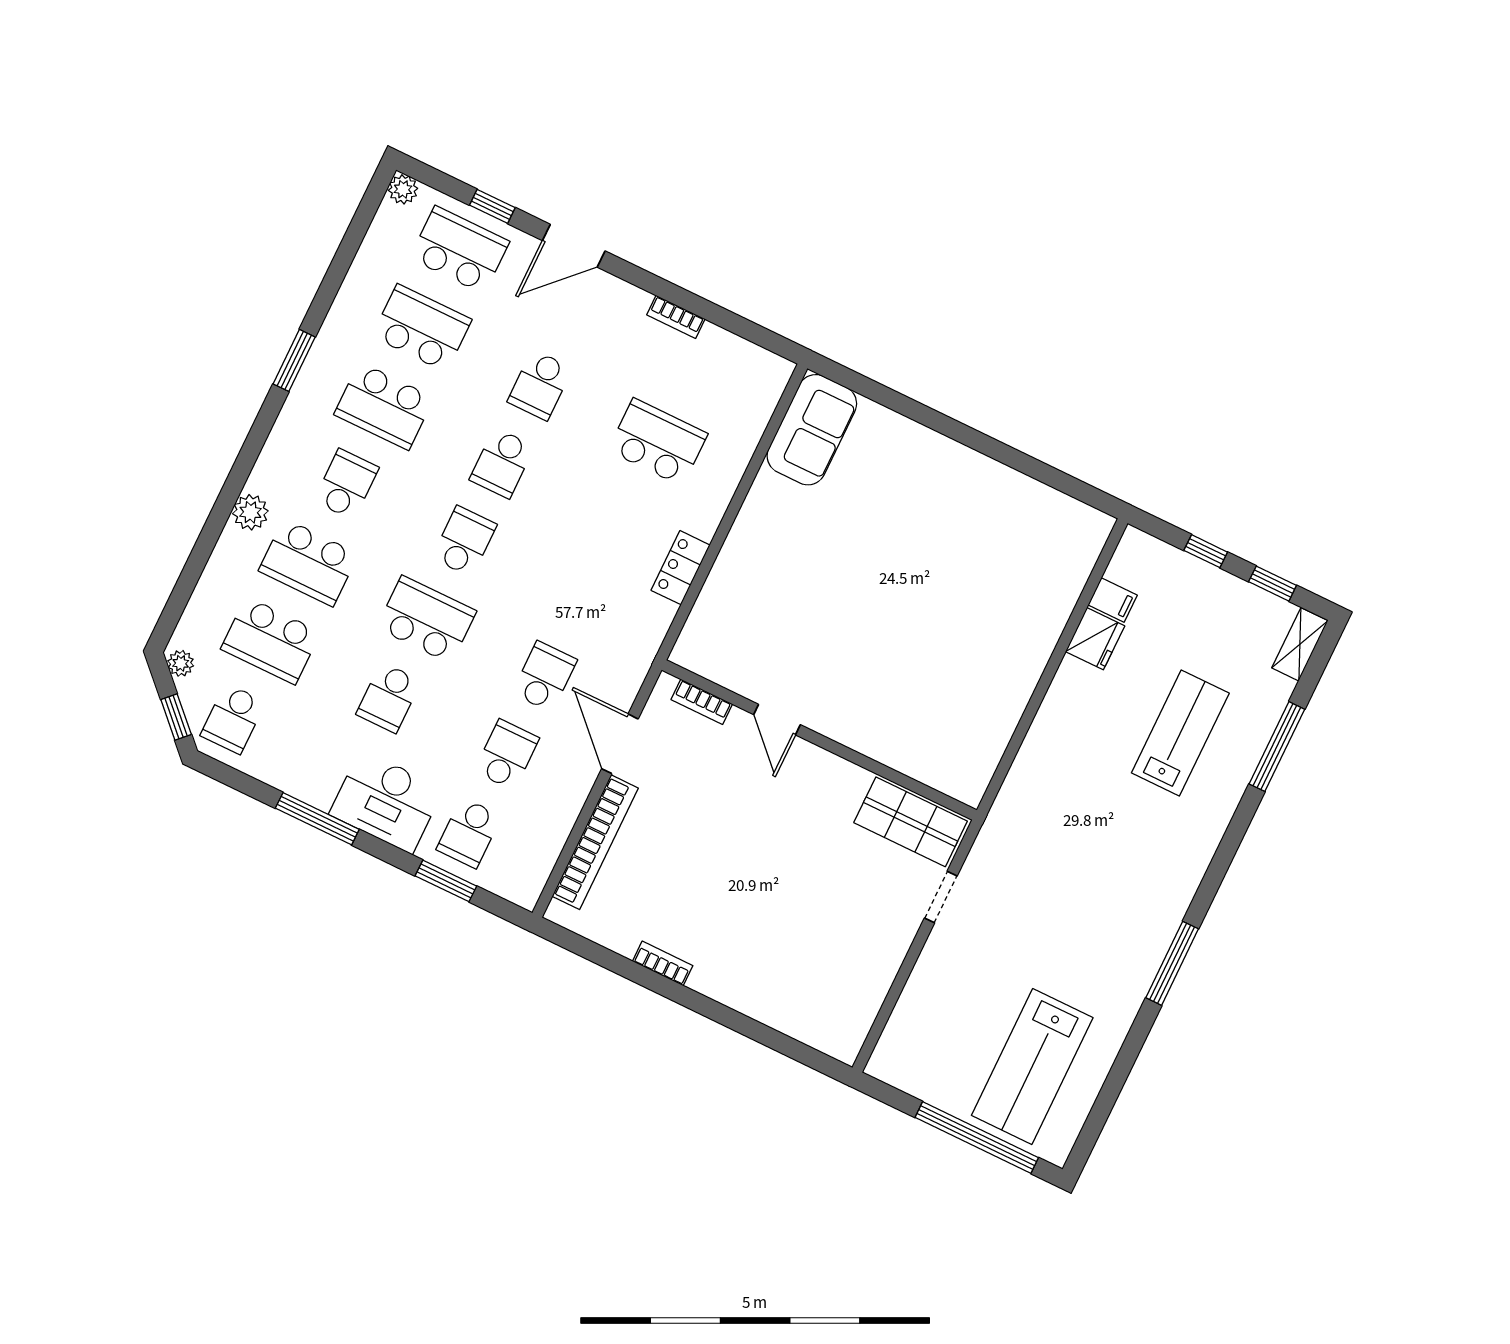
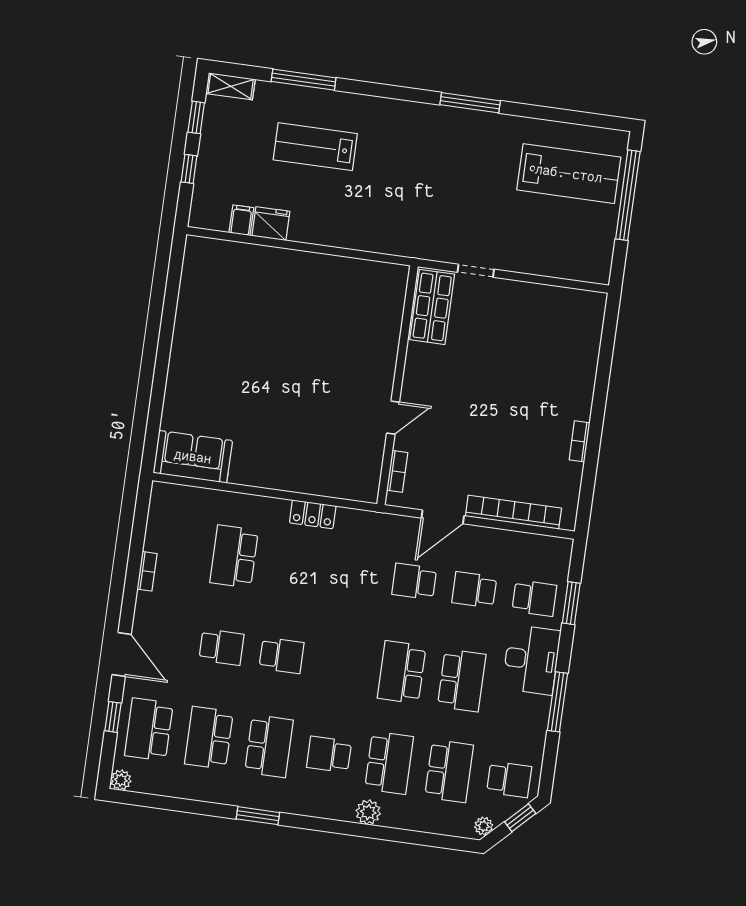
school desk: (464, 541) -> (342, 664), removed
school desk: (389, 698) -> (462, 680), width x1.85

